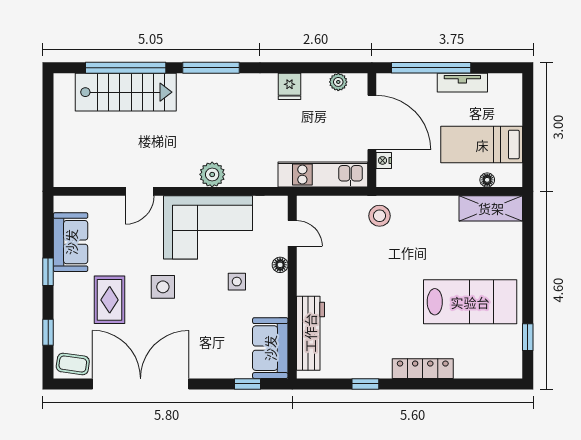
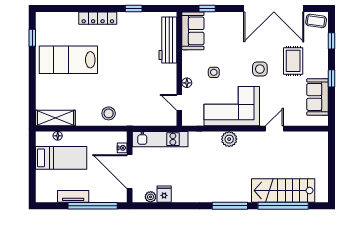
fridge: (289, 86) -> (164, 194), moved
stool: (380, 216) -> (109, 113), moved

